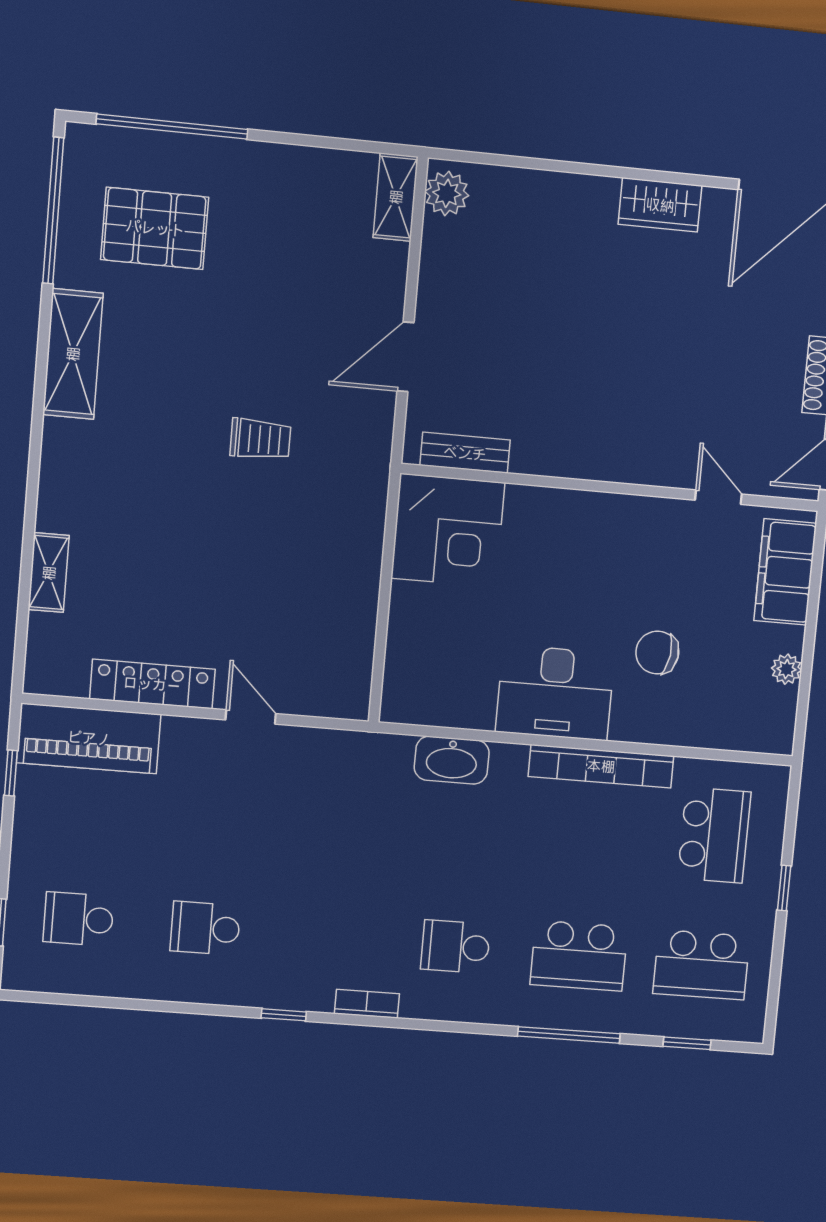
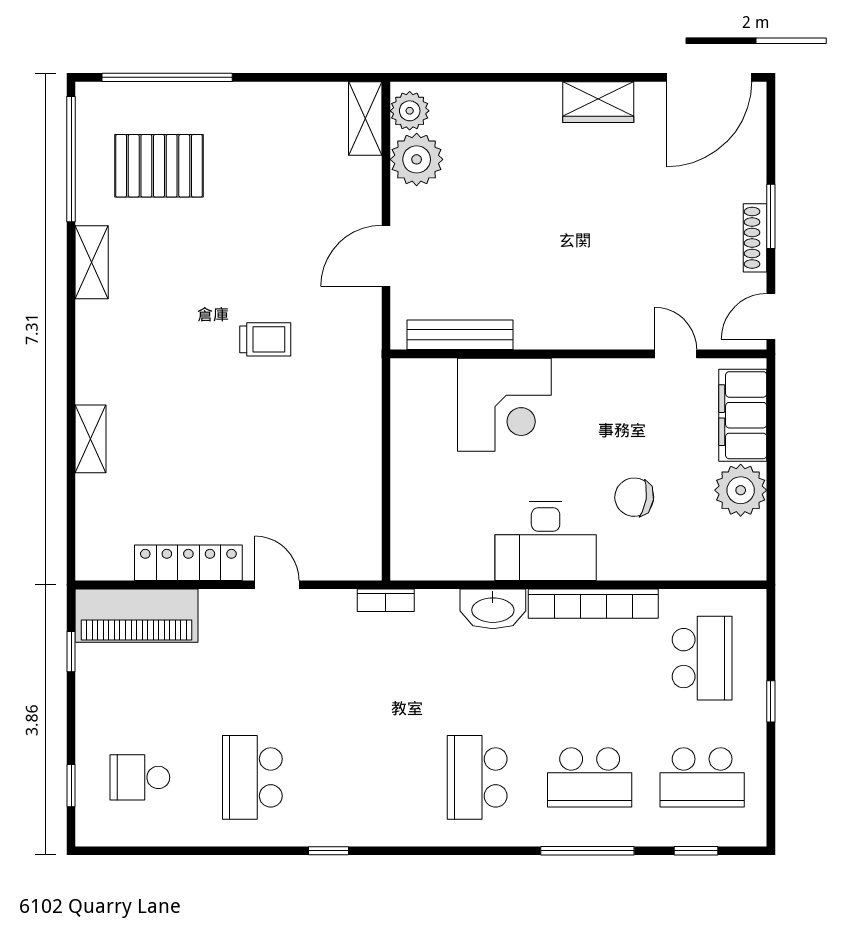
plant: (450, 250) -> (417, 159), added
shelving: (73, 354) -> (92, 262), width x0.67, depth x0.75
bench: (465, 453) -> (460, 335), width x1.36
corner desk: (448, 530) -> (504, 405), moved
shelving: (49, 573) -> (90, 439), moved
plant: (786, 669) -> (741, 490), width x1.88, depth x1.88
washbasin: (452, 760) -> (493, 609), moved
school desk: (205, 928) -> (252, 777), width x1.85
school desk: (456, 947) -> (477, 777), width x1.85
bookcase: (367, 1004) -> (386, 600), moved, turned 180

